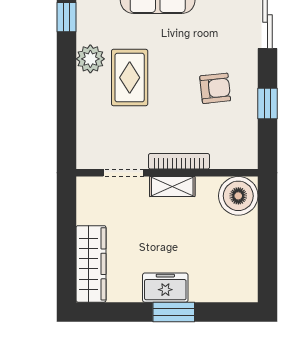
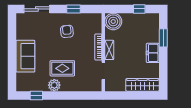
window: (267, 256) -> (139, 9), added
window: (174, 312) -> (163, 38), moved

